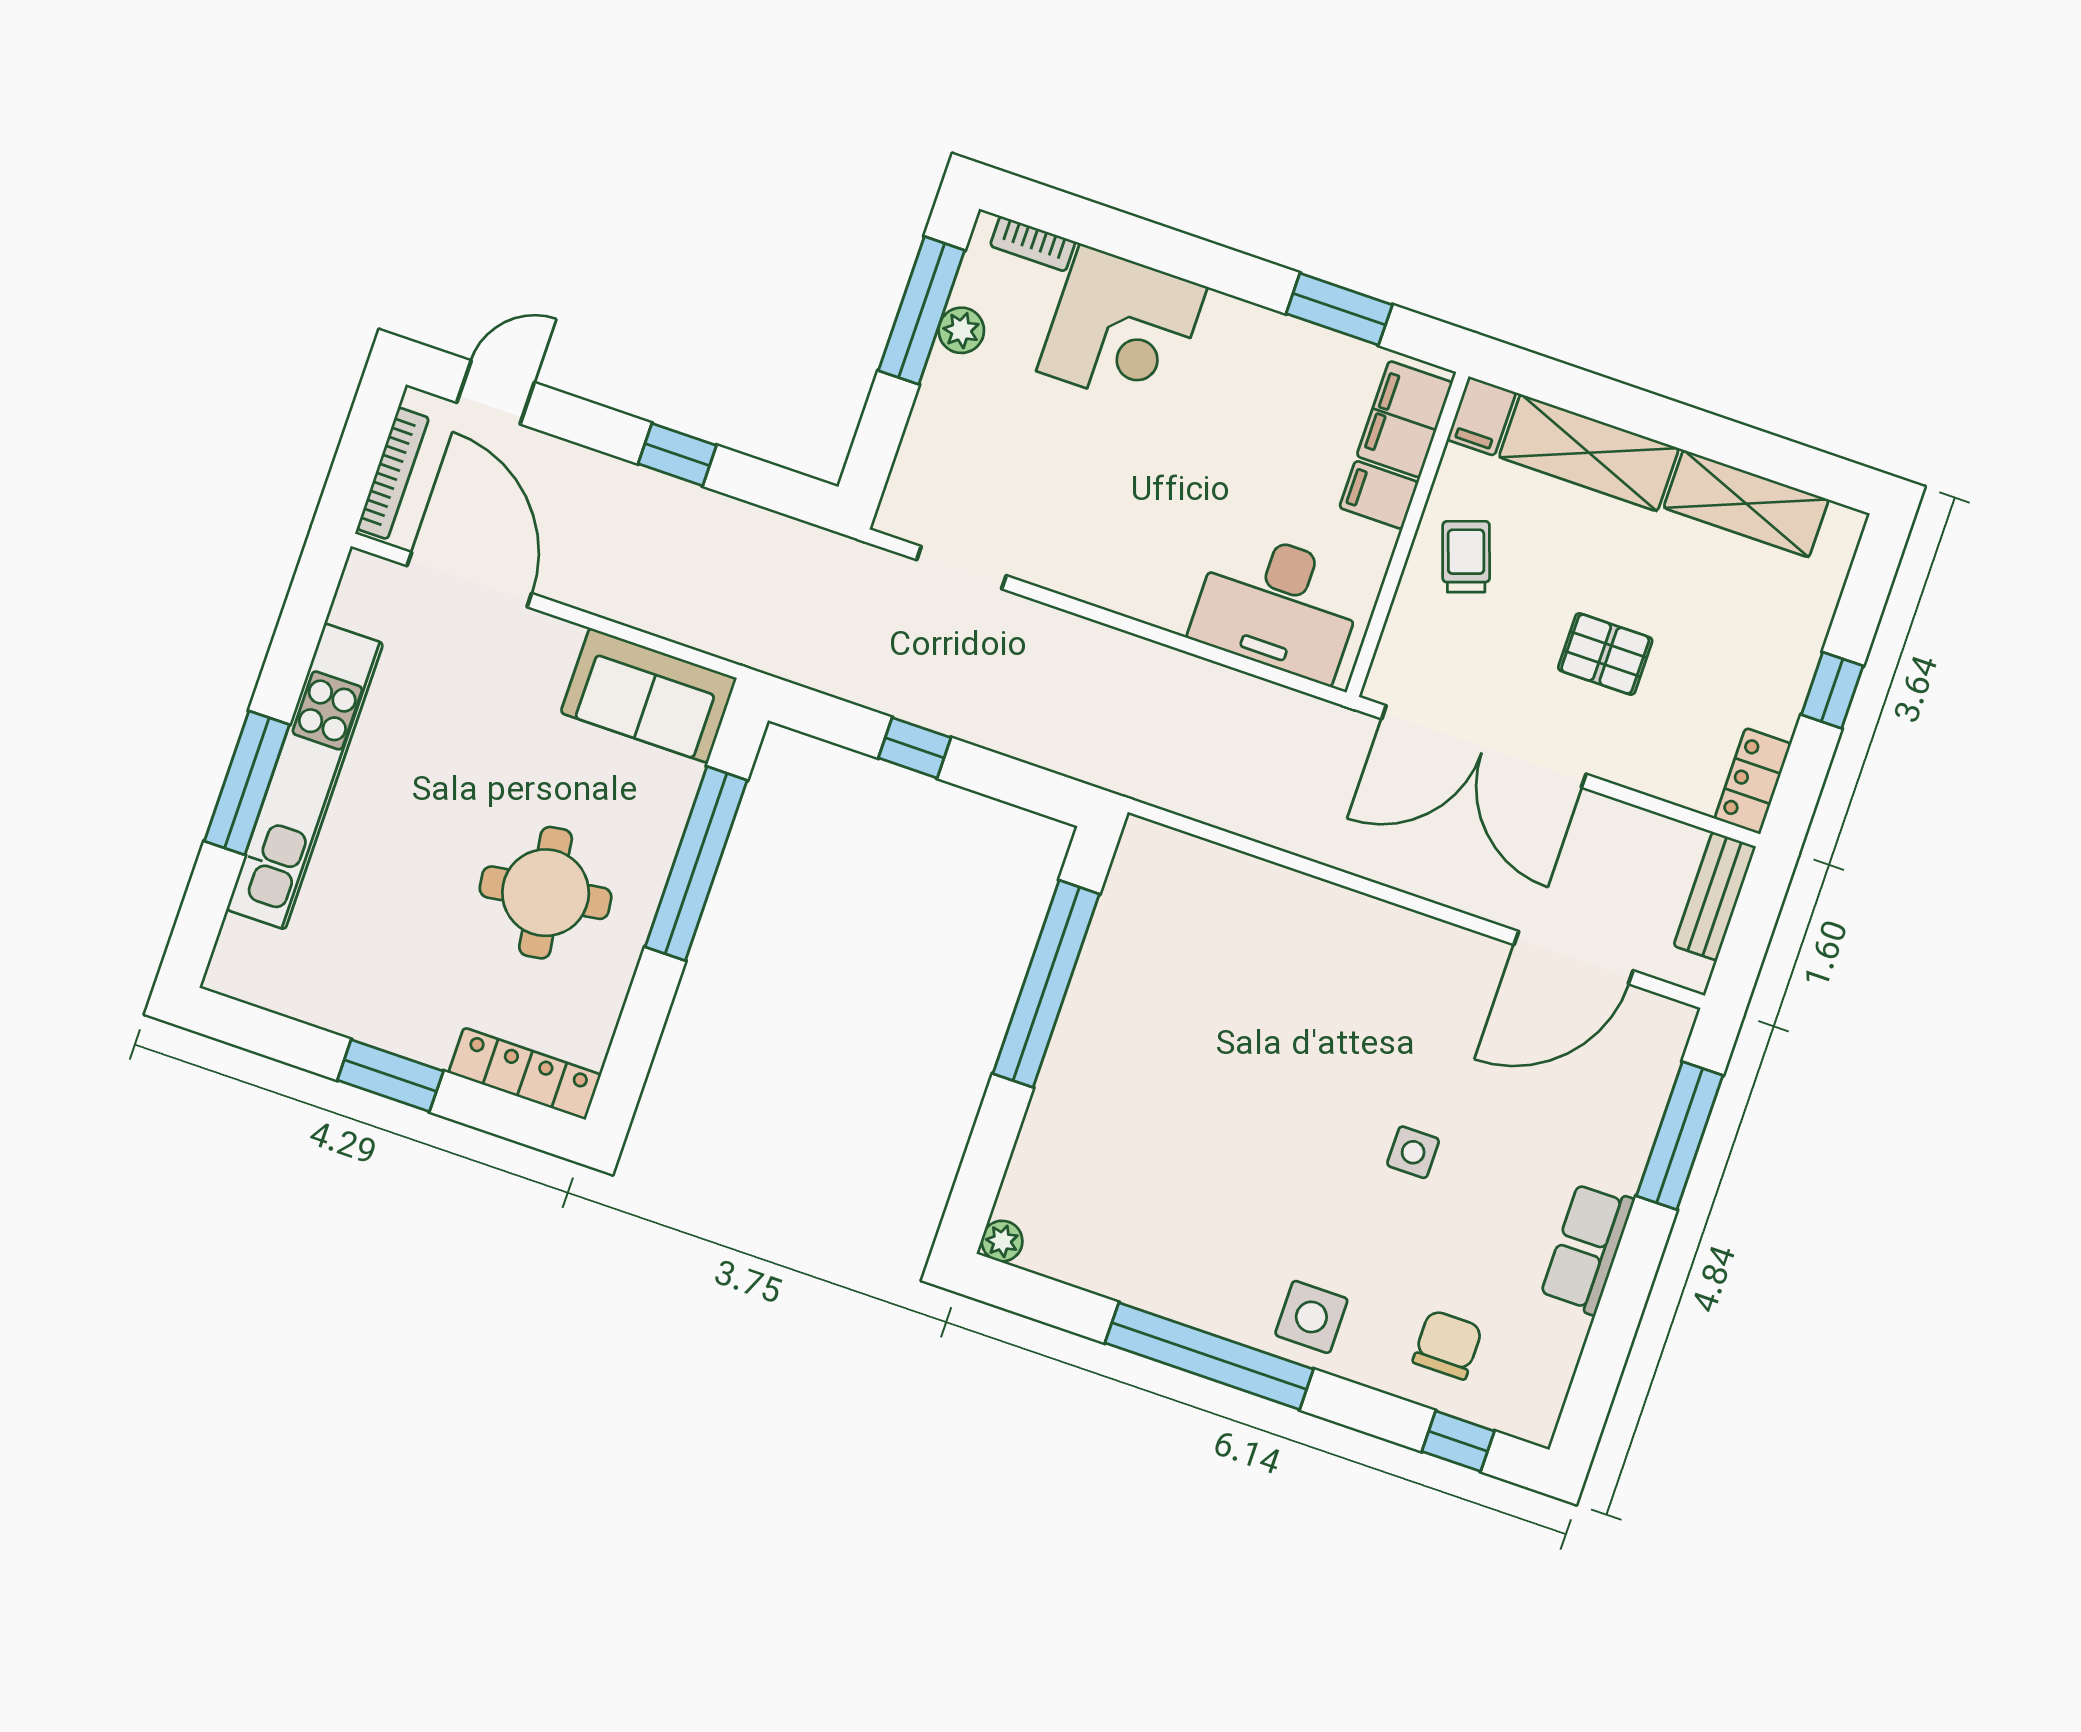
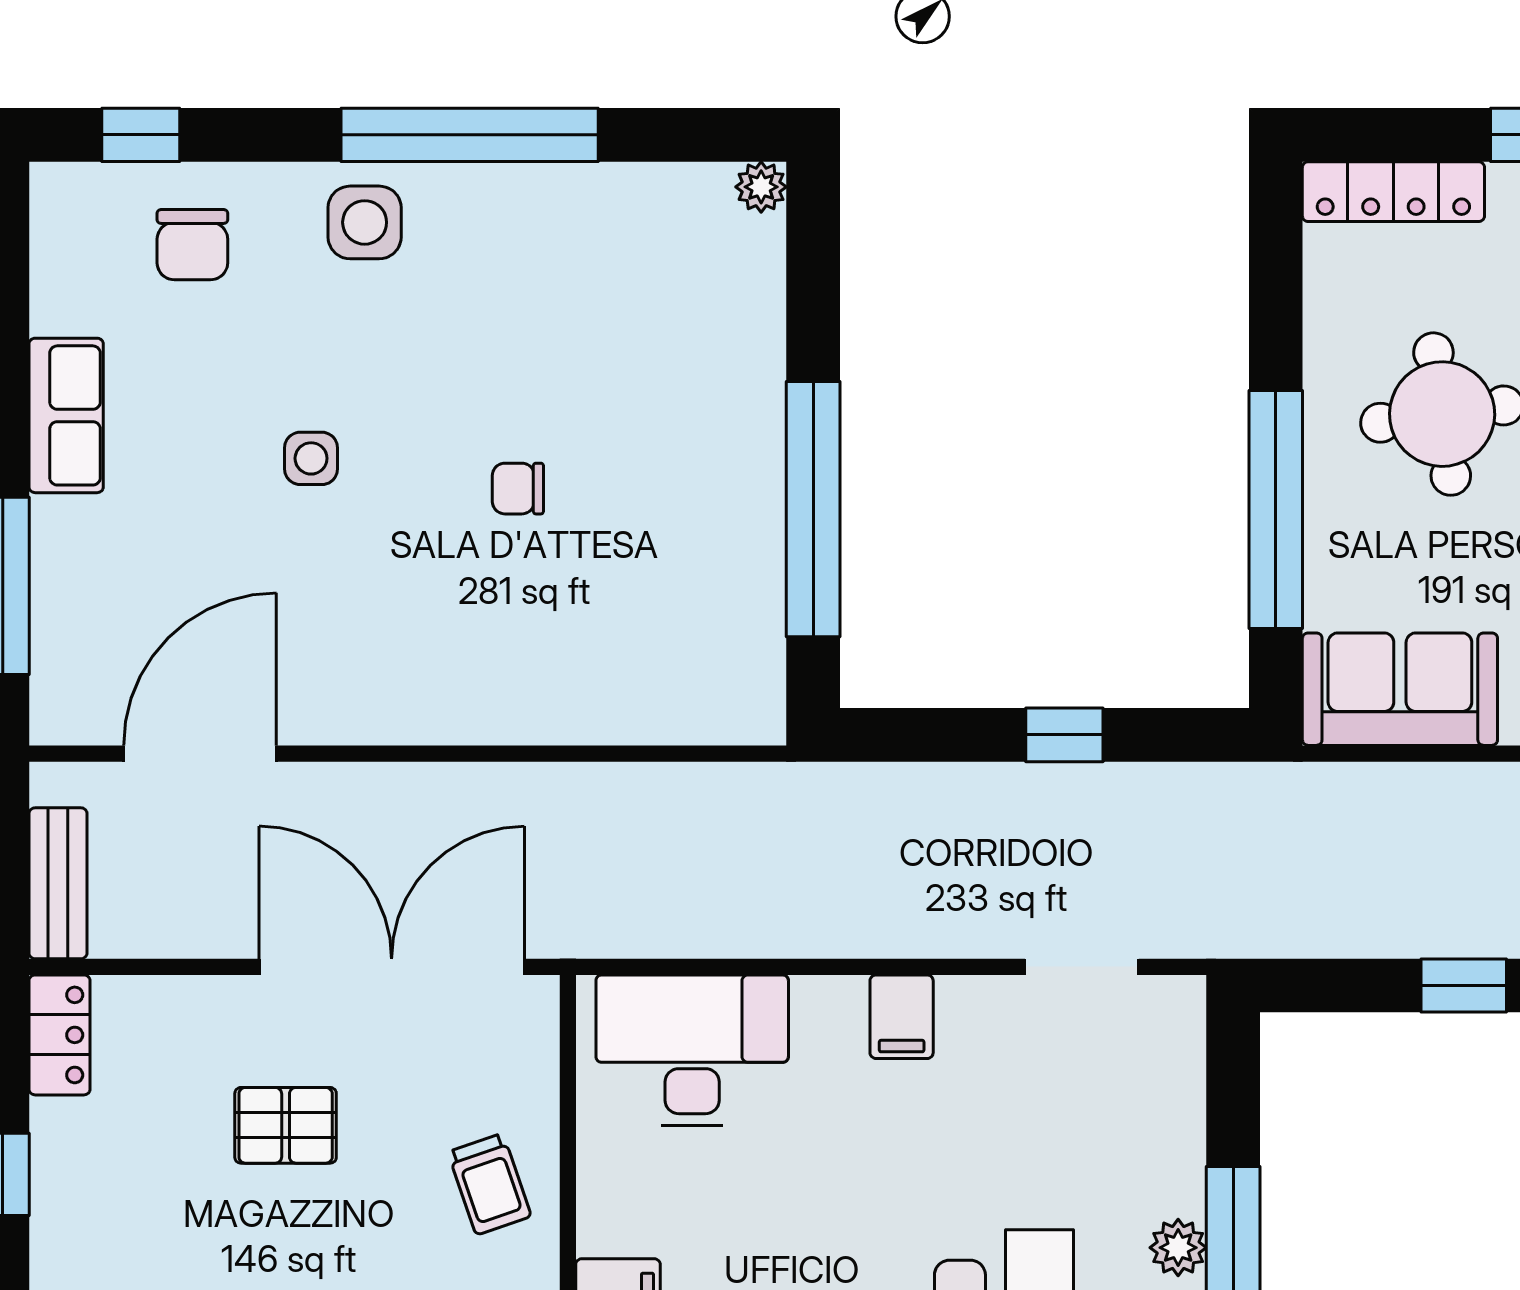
filing cabinet: (1379, 495) -> (902, 1017), moved, turned 90
chair: (1264, 1076) -> (518, 489), added

